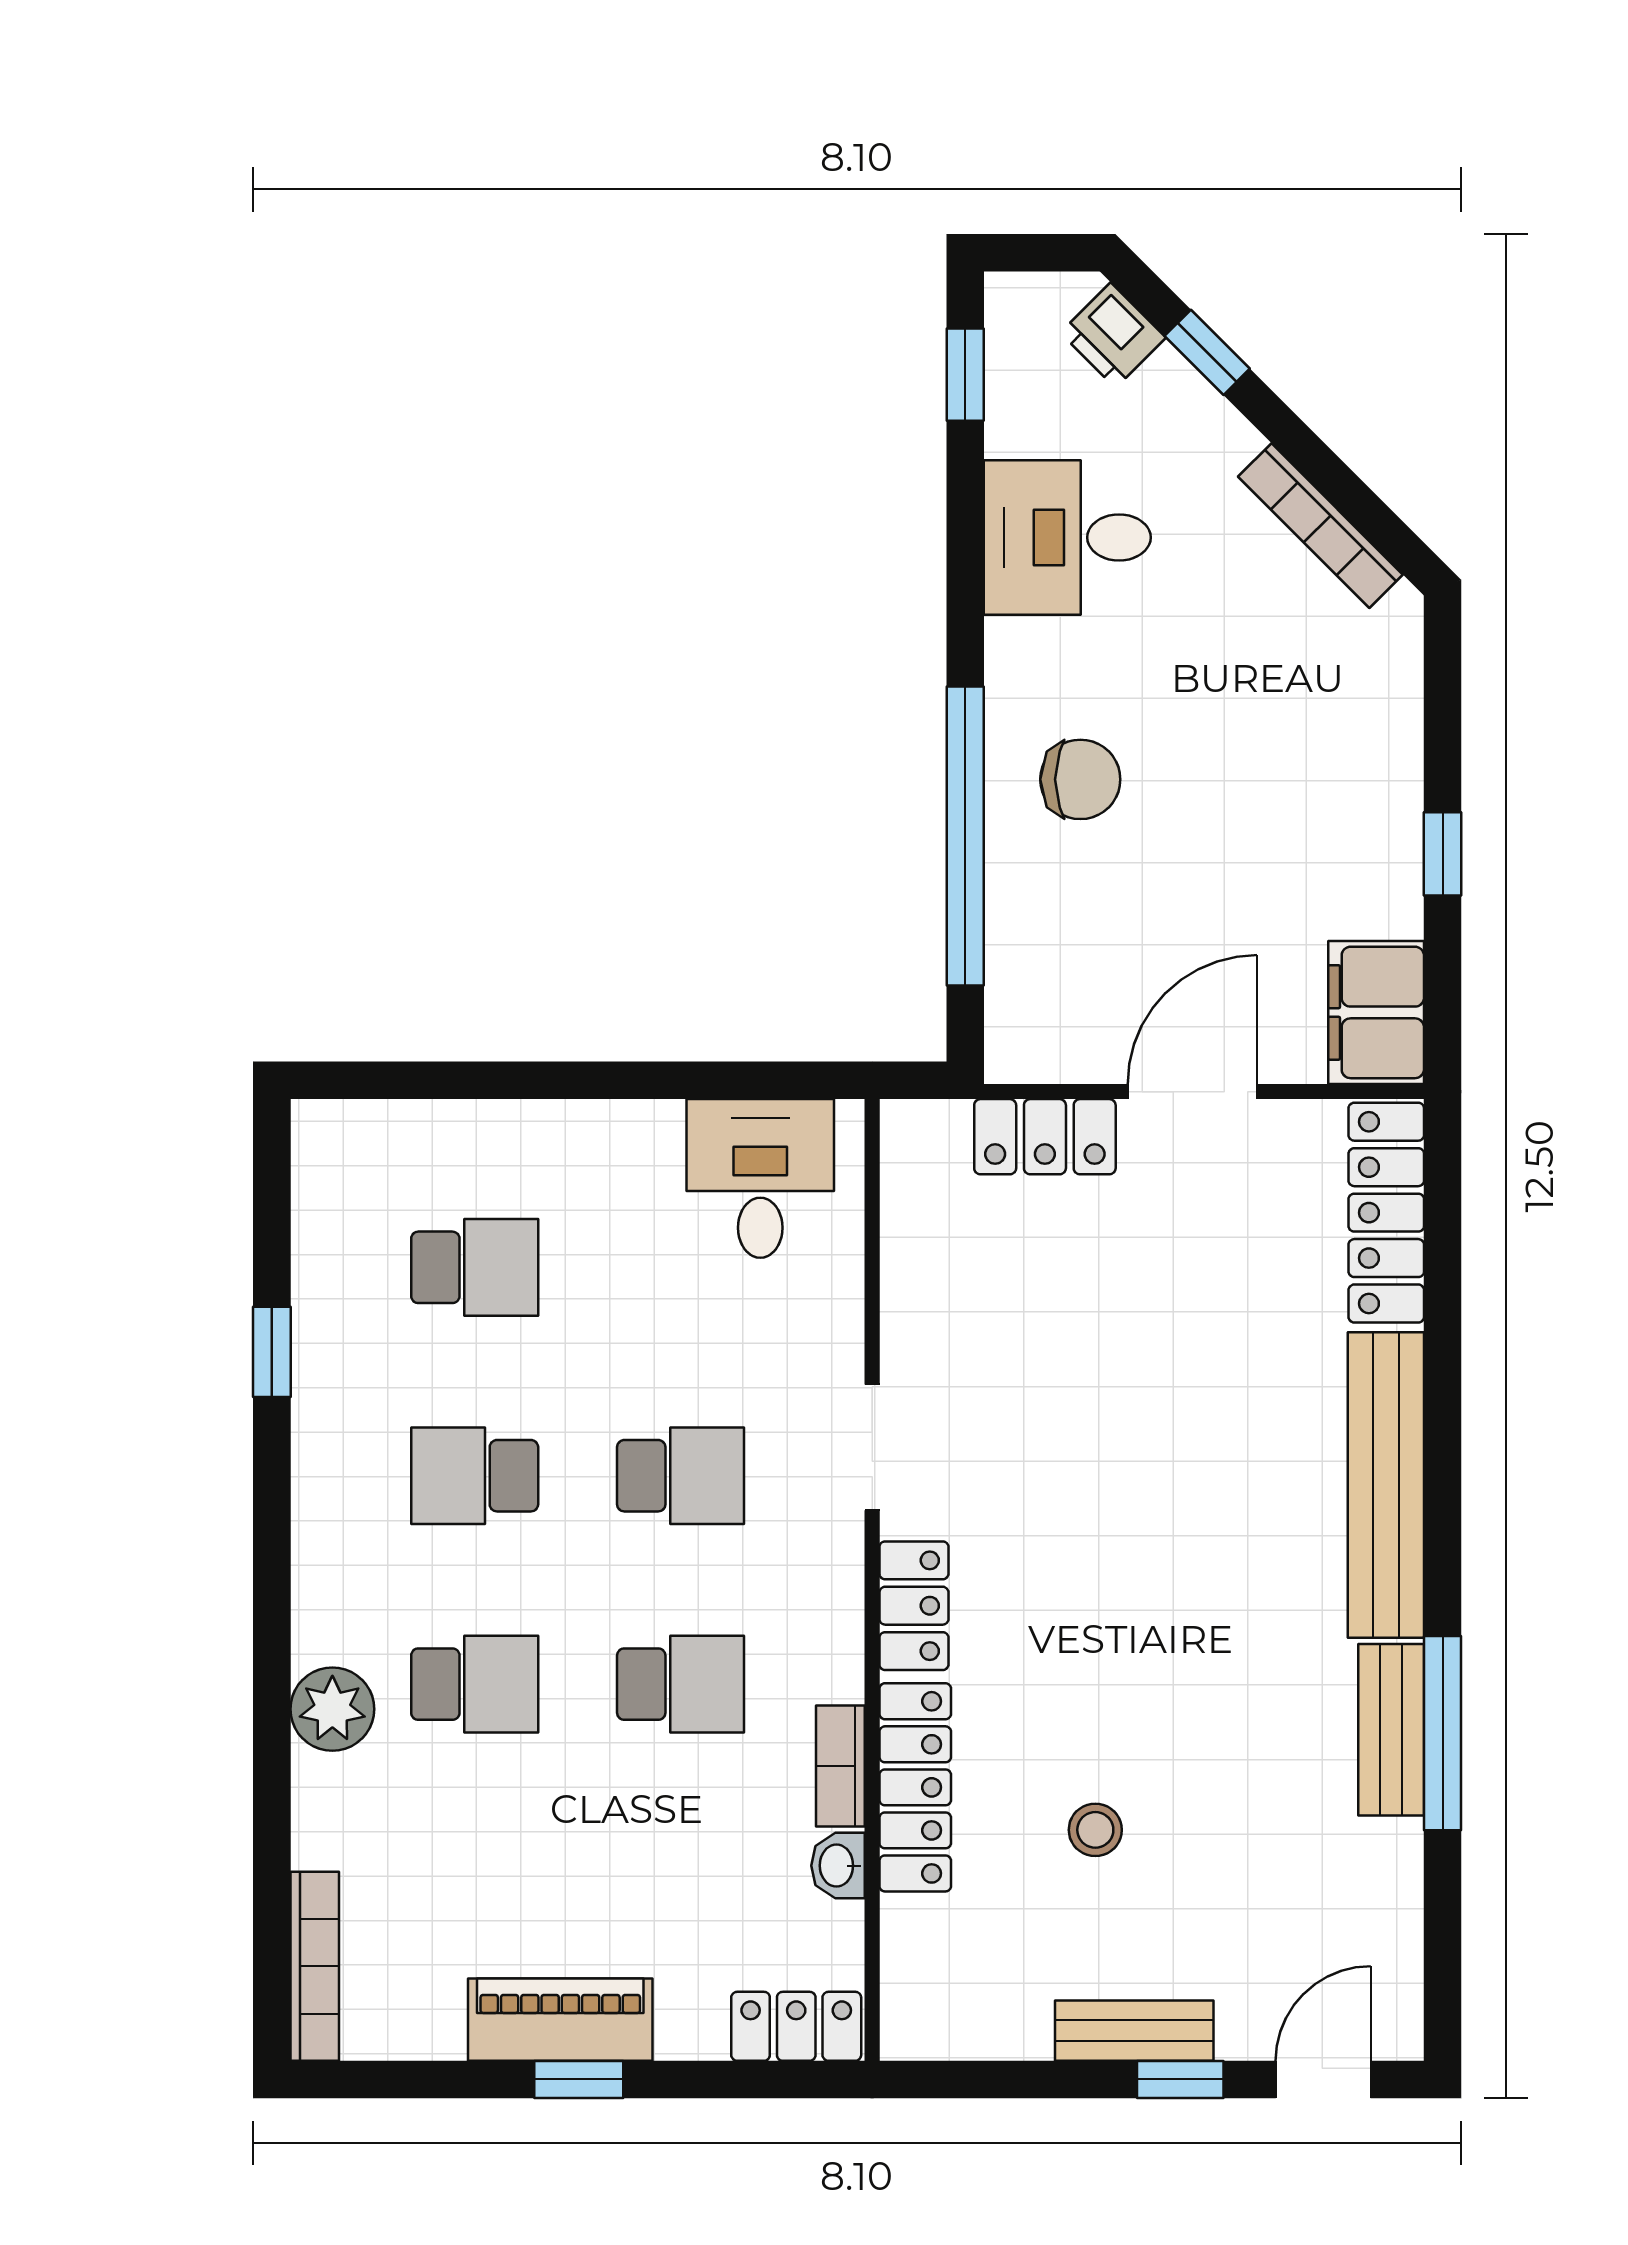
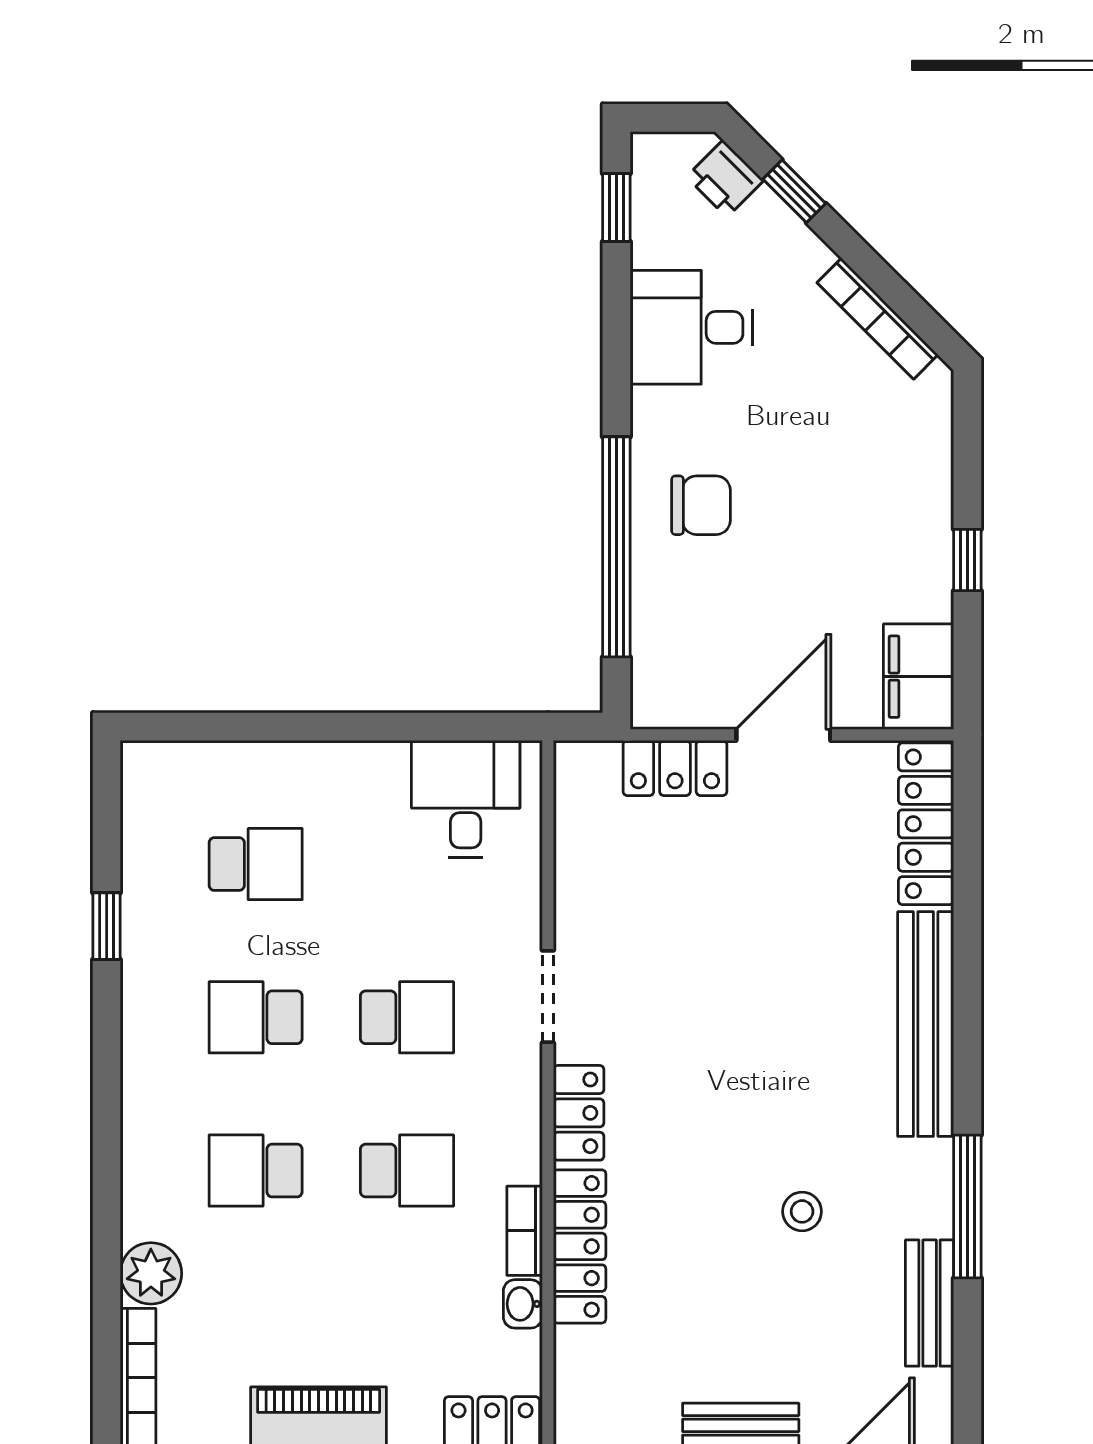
school desk: (475, 1684) -> (256, 1171), turned 180
plant: (332, 1709) -> (151, 1273), moved
bench: (1391, 1730) -> (930, 1303), moved
stool: (1095, 1830) -> (802, 1211), moved

